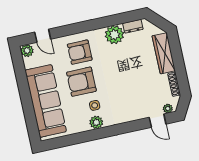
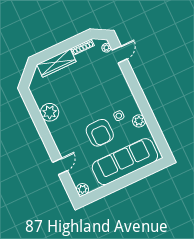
dresser: (133, 26) -> (38, 97), removed
door: (43, 36) -> (60, 166), moved
armchair: (80, 52) -> (73, 141), removed
plant: (96, 122) -> (139, 121), moved

